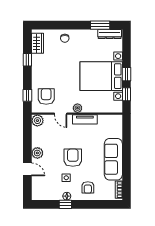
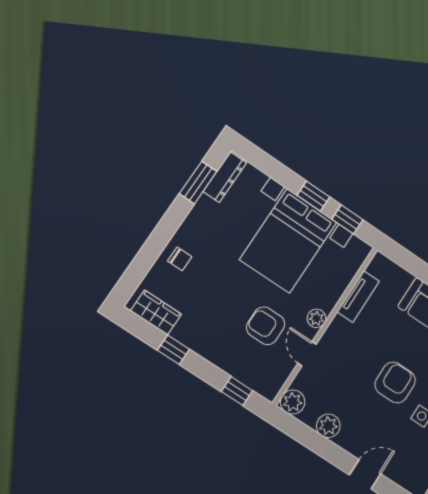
armchair: (46, 96) -> (266, 326), moved
door: (61, 114) -> (307, 354), swing flipped
tv unit: (85, 119) -> (358, 296), moved
plant: (37, 153) -> (328, 426), moved
armchair: (73, 158) -> (395, 383), turned 90

